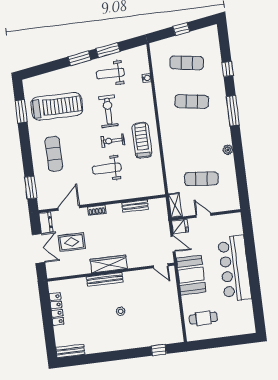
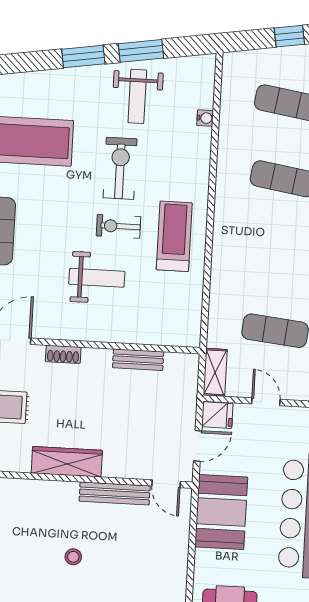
weight bench: (110, 73) -> (137, 96), turned -90
weight bench: (107, 169) -> (97, 278), turned 180
door: (173, 244) -> (198, 446), hinge flipped
bench: (105, 279) -> (115, 493), moved

